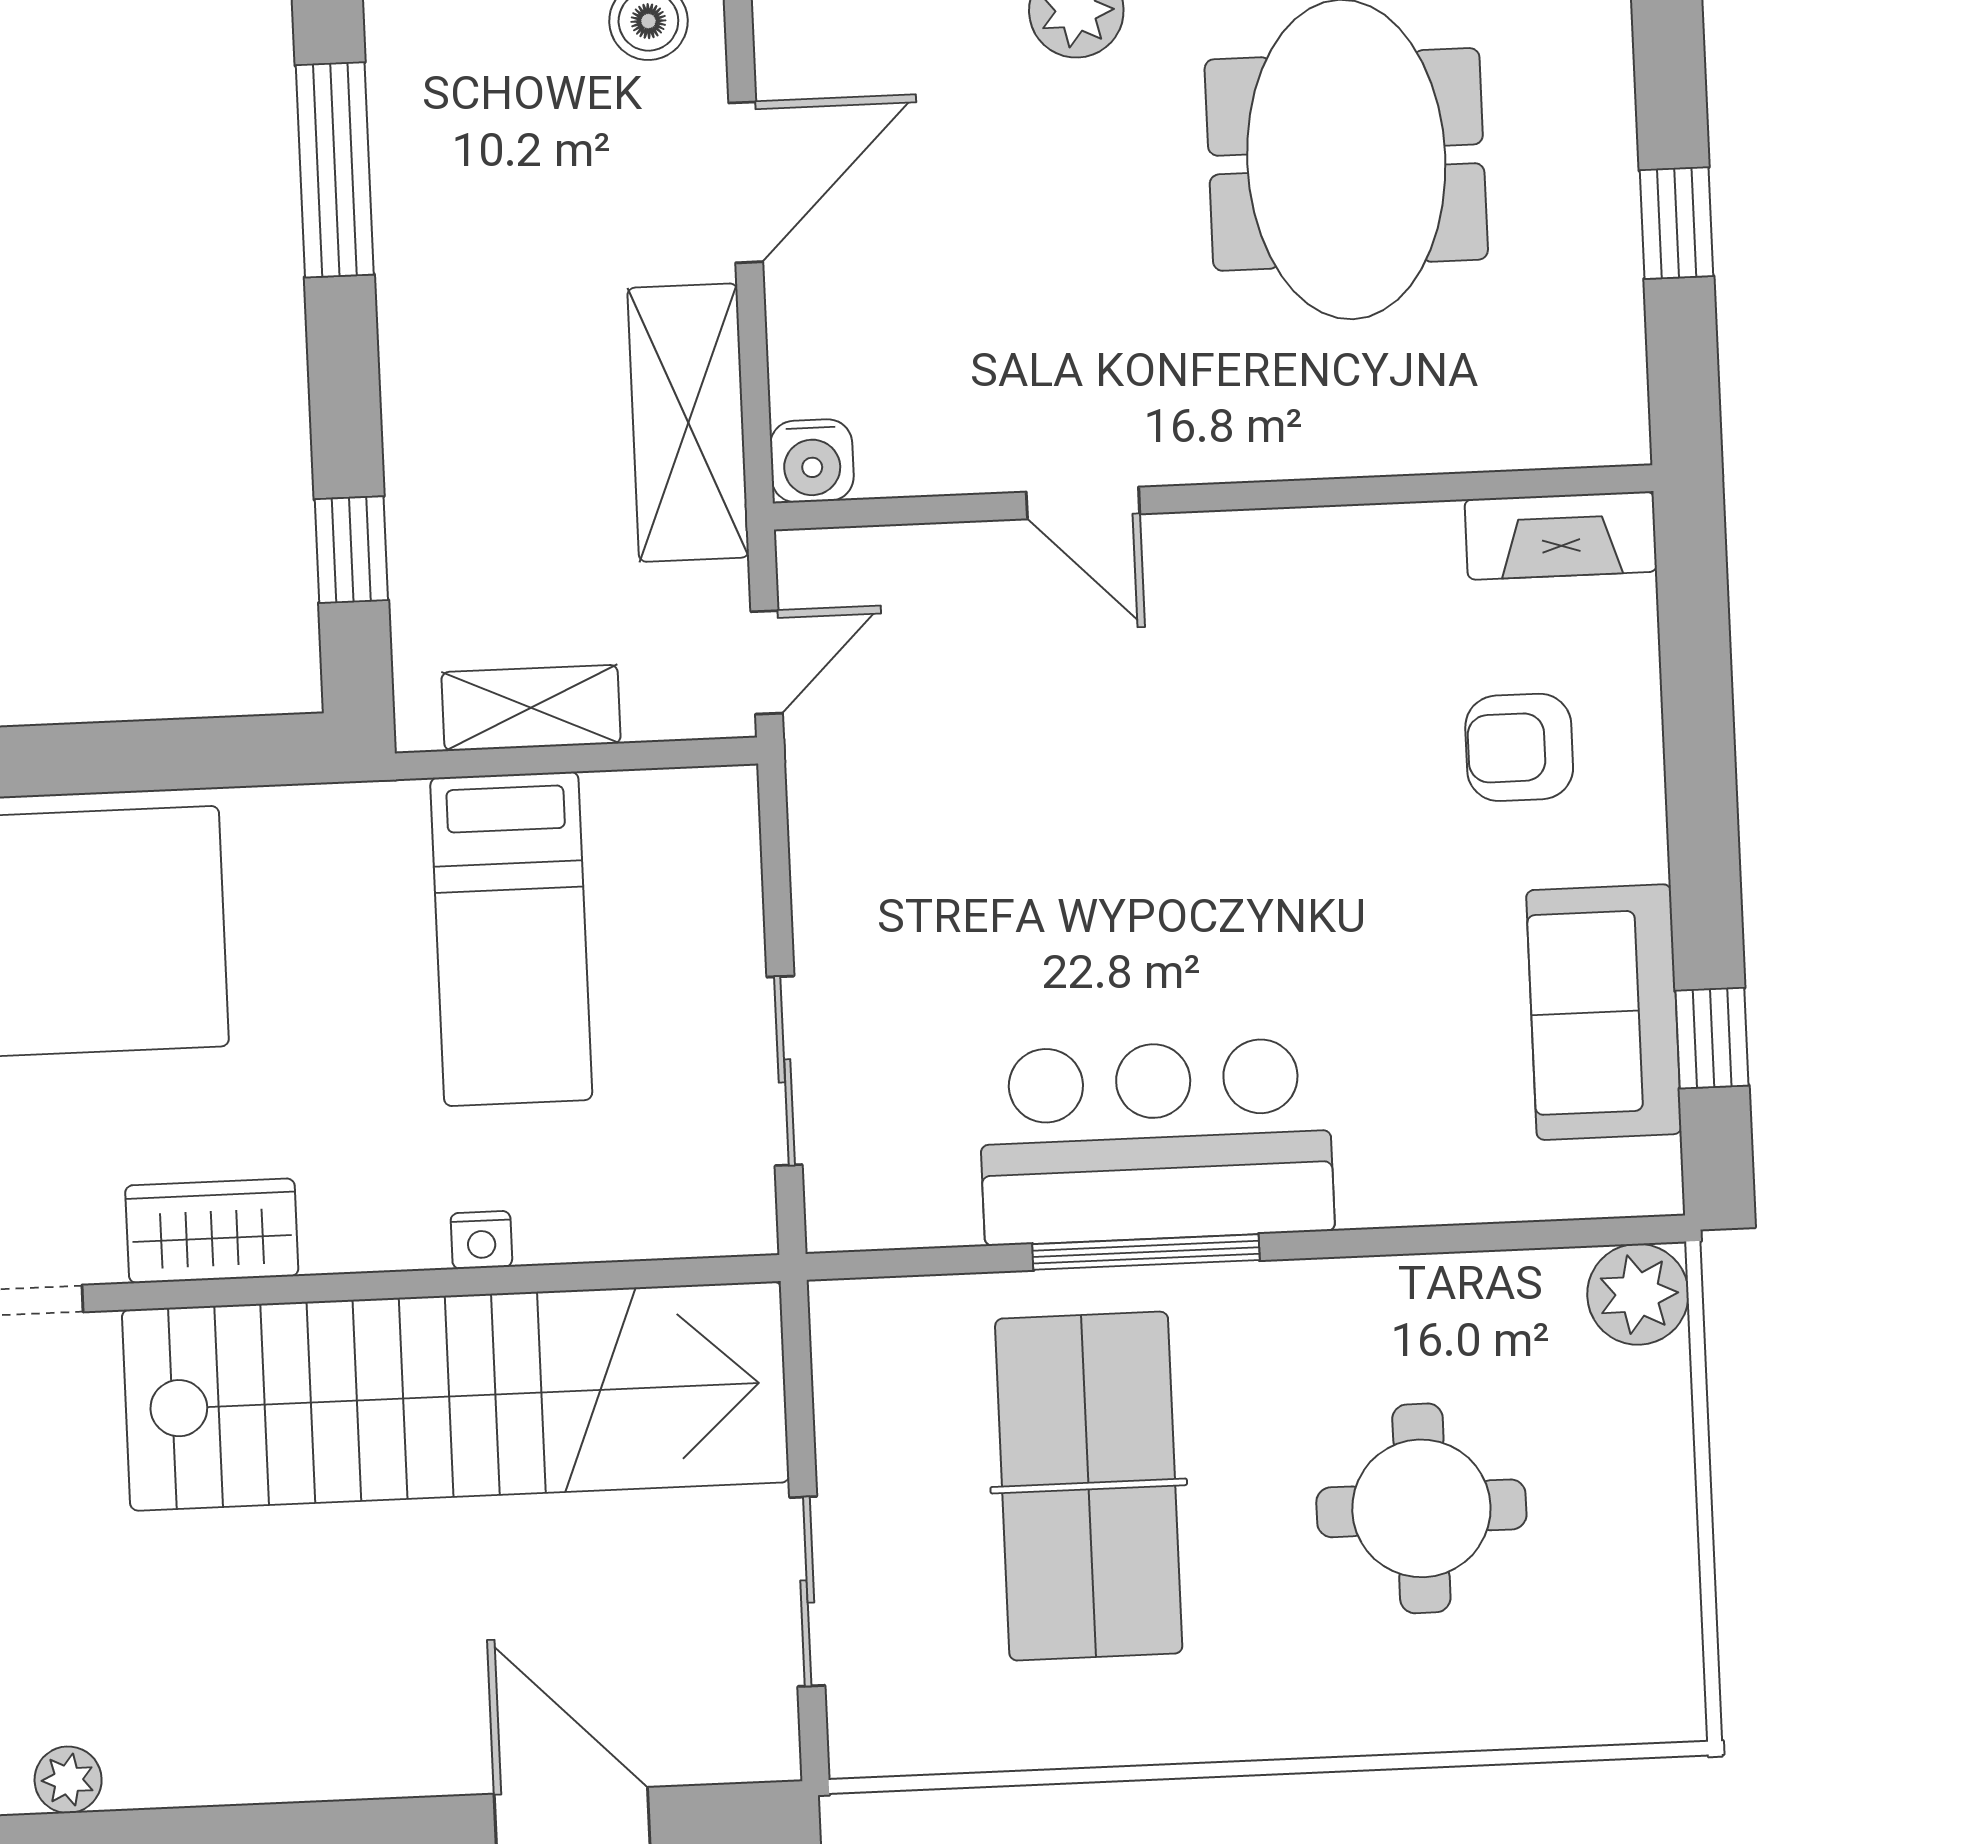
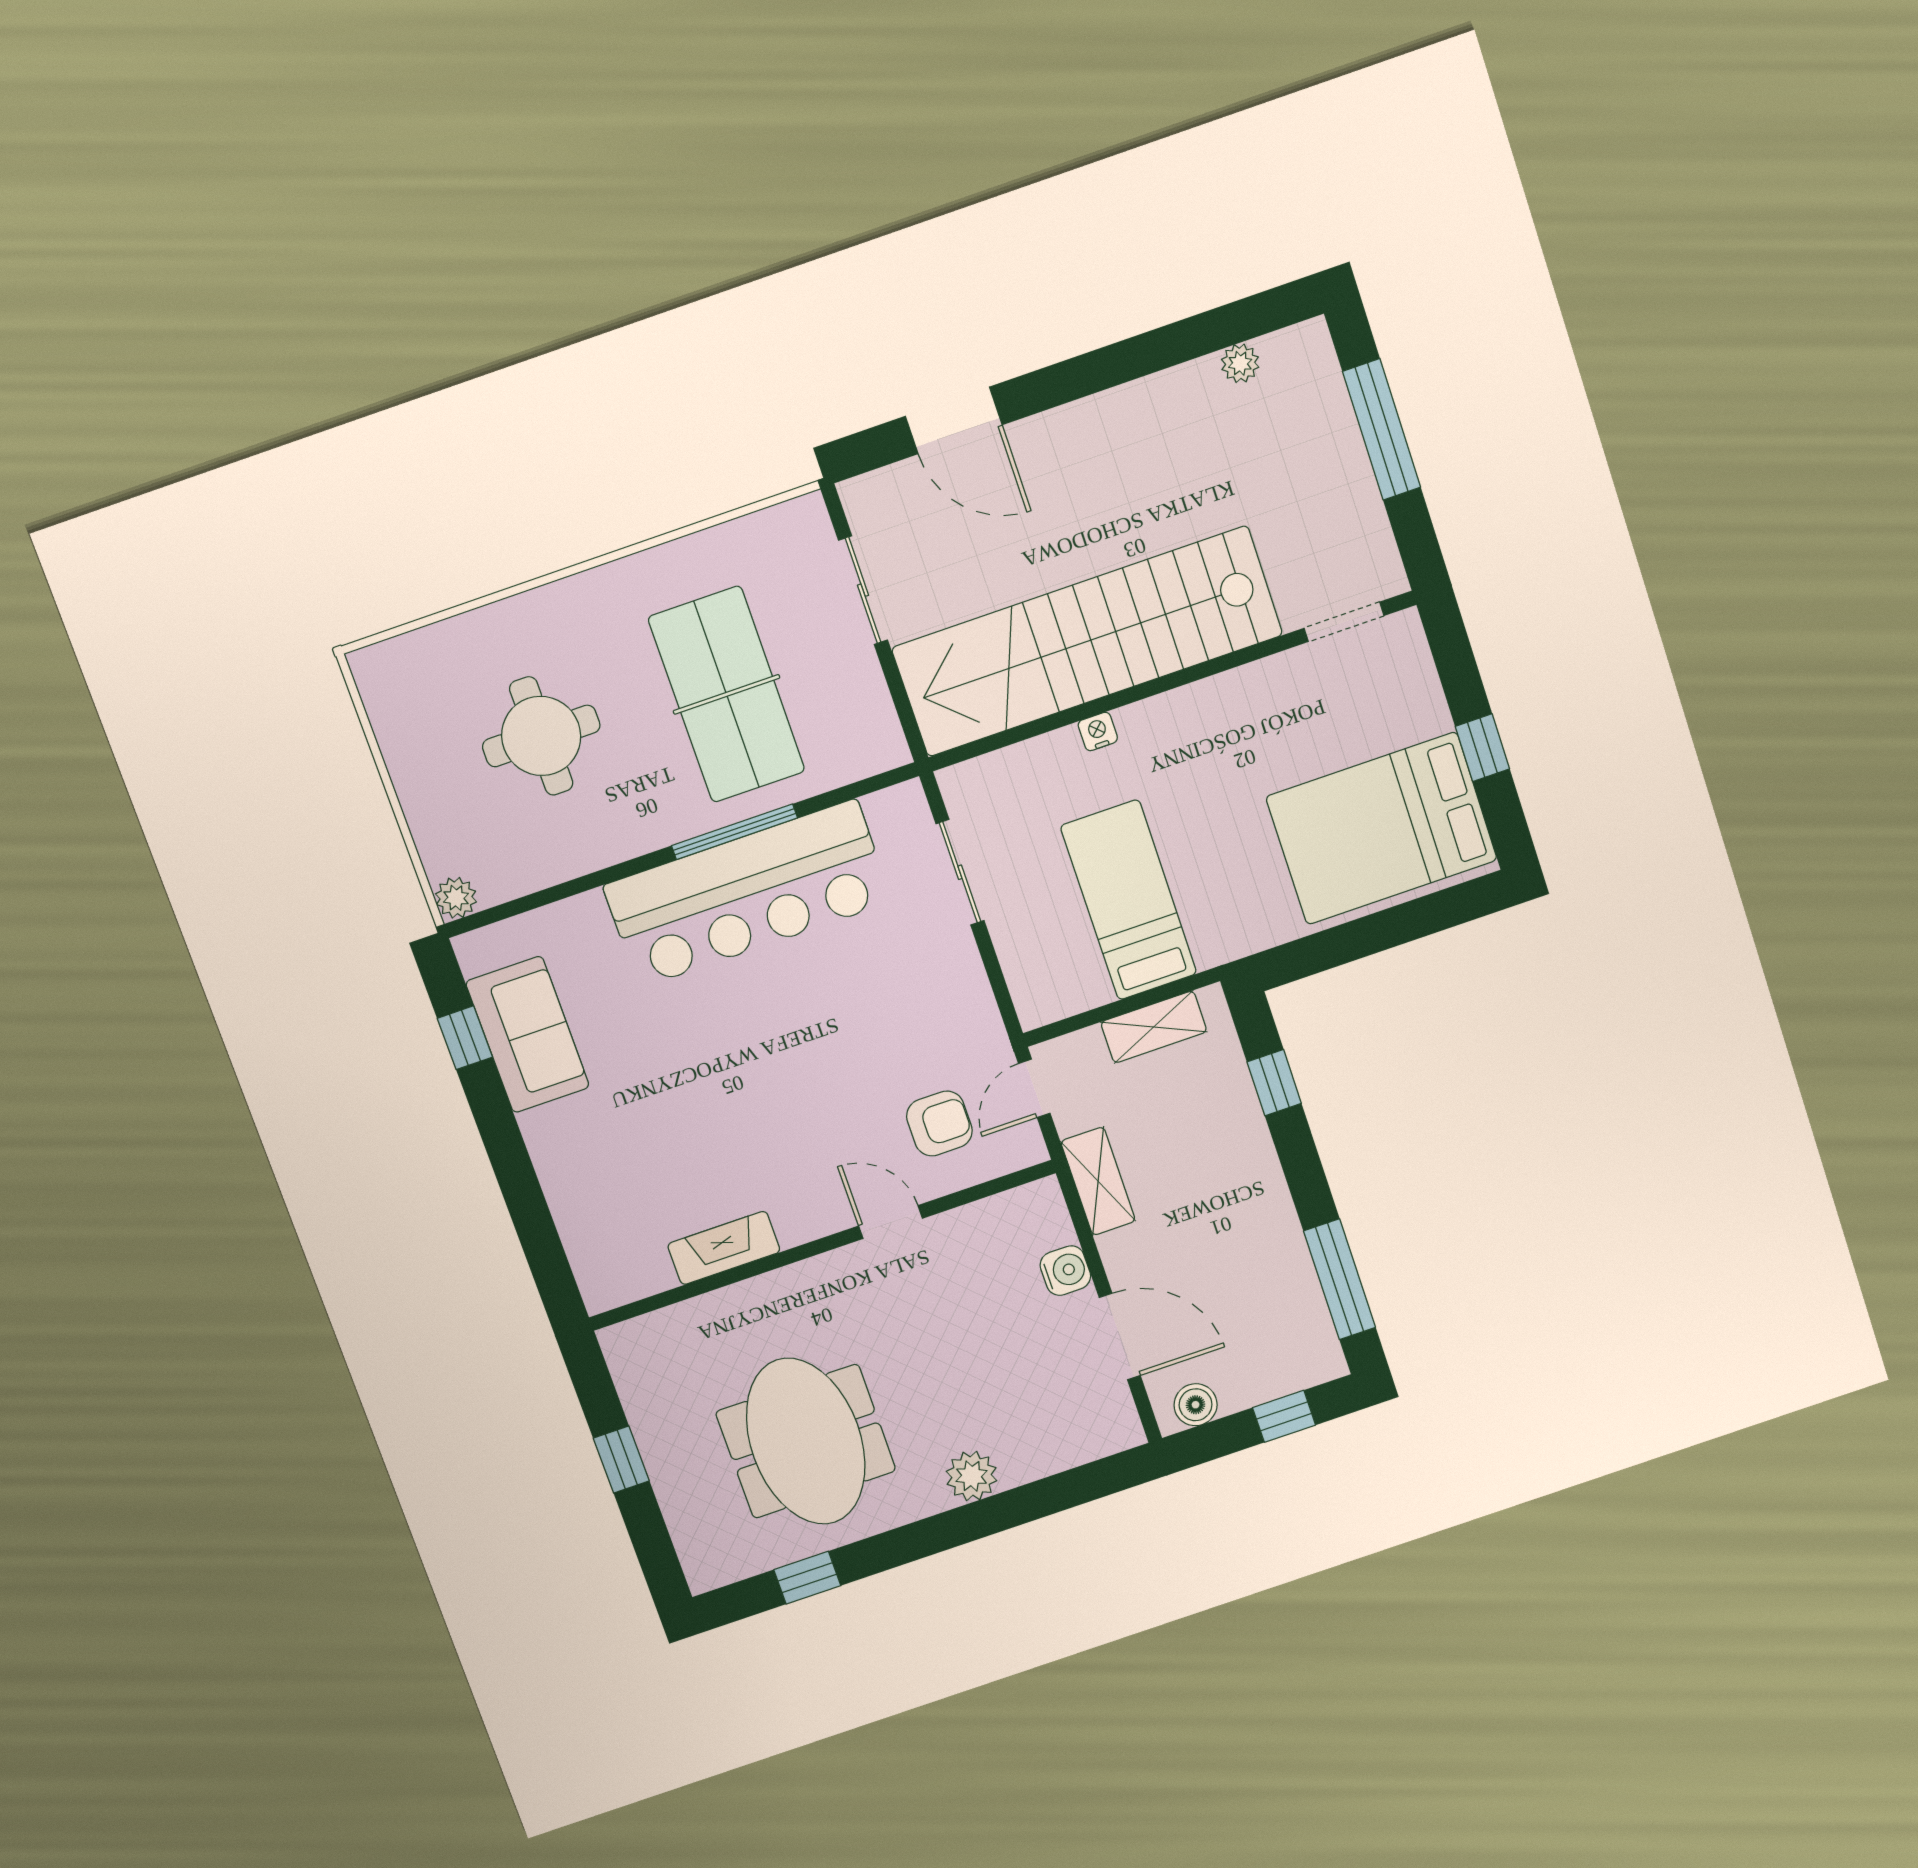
door: (746, 182) -> (1120, 1337), swing flipped
shelving: (688, 423) -> (1098, 1181), width x0.67, depth x0.75
water cooler: (812, 461) -> (1065, 1271), moved, turned 90
fireplace: (1561, 536) -> (724, 1248), moved
armchair: (1519, 747) -> (939, 1123), moved
bar counter: (1156, 1141) -> (748, 894), width x1.36
wardrobe: (212, 1231) -> (1246, 693), removed
plant: (1638, 1294) -> (456, 898), width x0.73, depth x0.73

